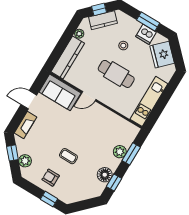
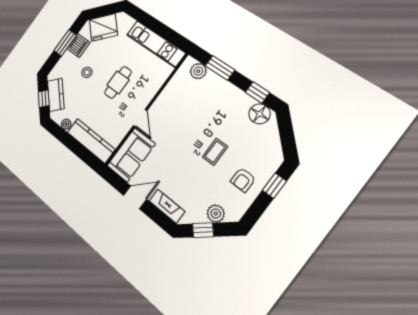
cafe table: (116, 74) -> (118, 82), width x0.73, depth x0.74
door: (29, 100) -> (135, 197), swing flipped
plant: (120, 152) -> (198, 71), moved
floor lamp: (105, 175) -> (260, 114), moved

